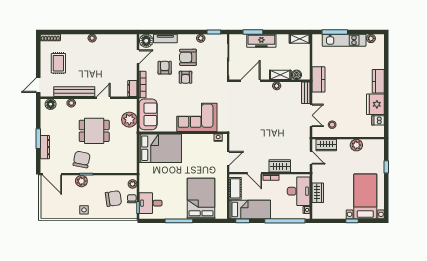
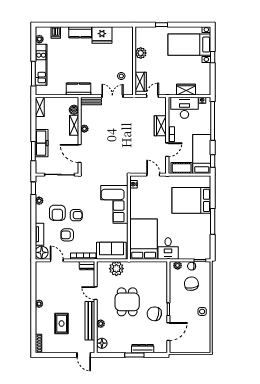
rug: (58, 63) -> (62, 324), moved, turned 90
dishwasher: (378, 120) -> (56, 32), moved
door: (52, 174) -> (168, 332), moved
plant: (81, 181) -> (175, 314), removed
desk: (150, 203) -> (168, 248), moved

